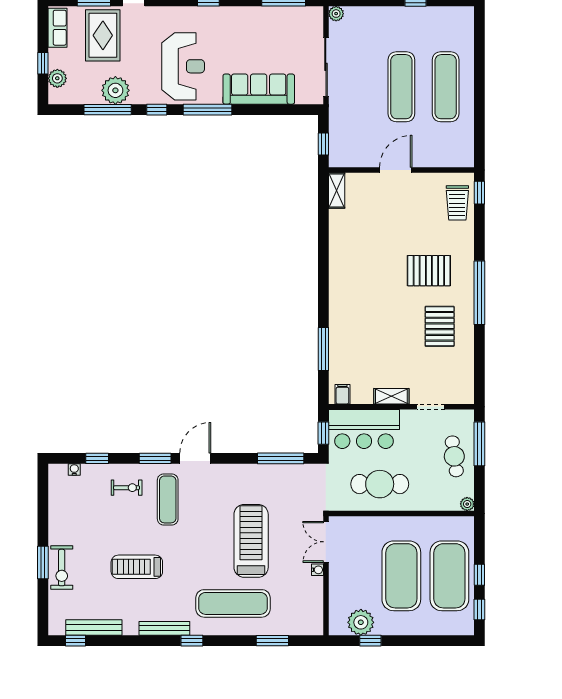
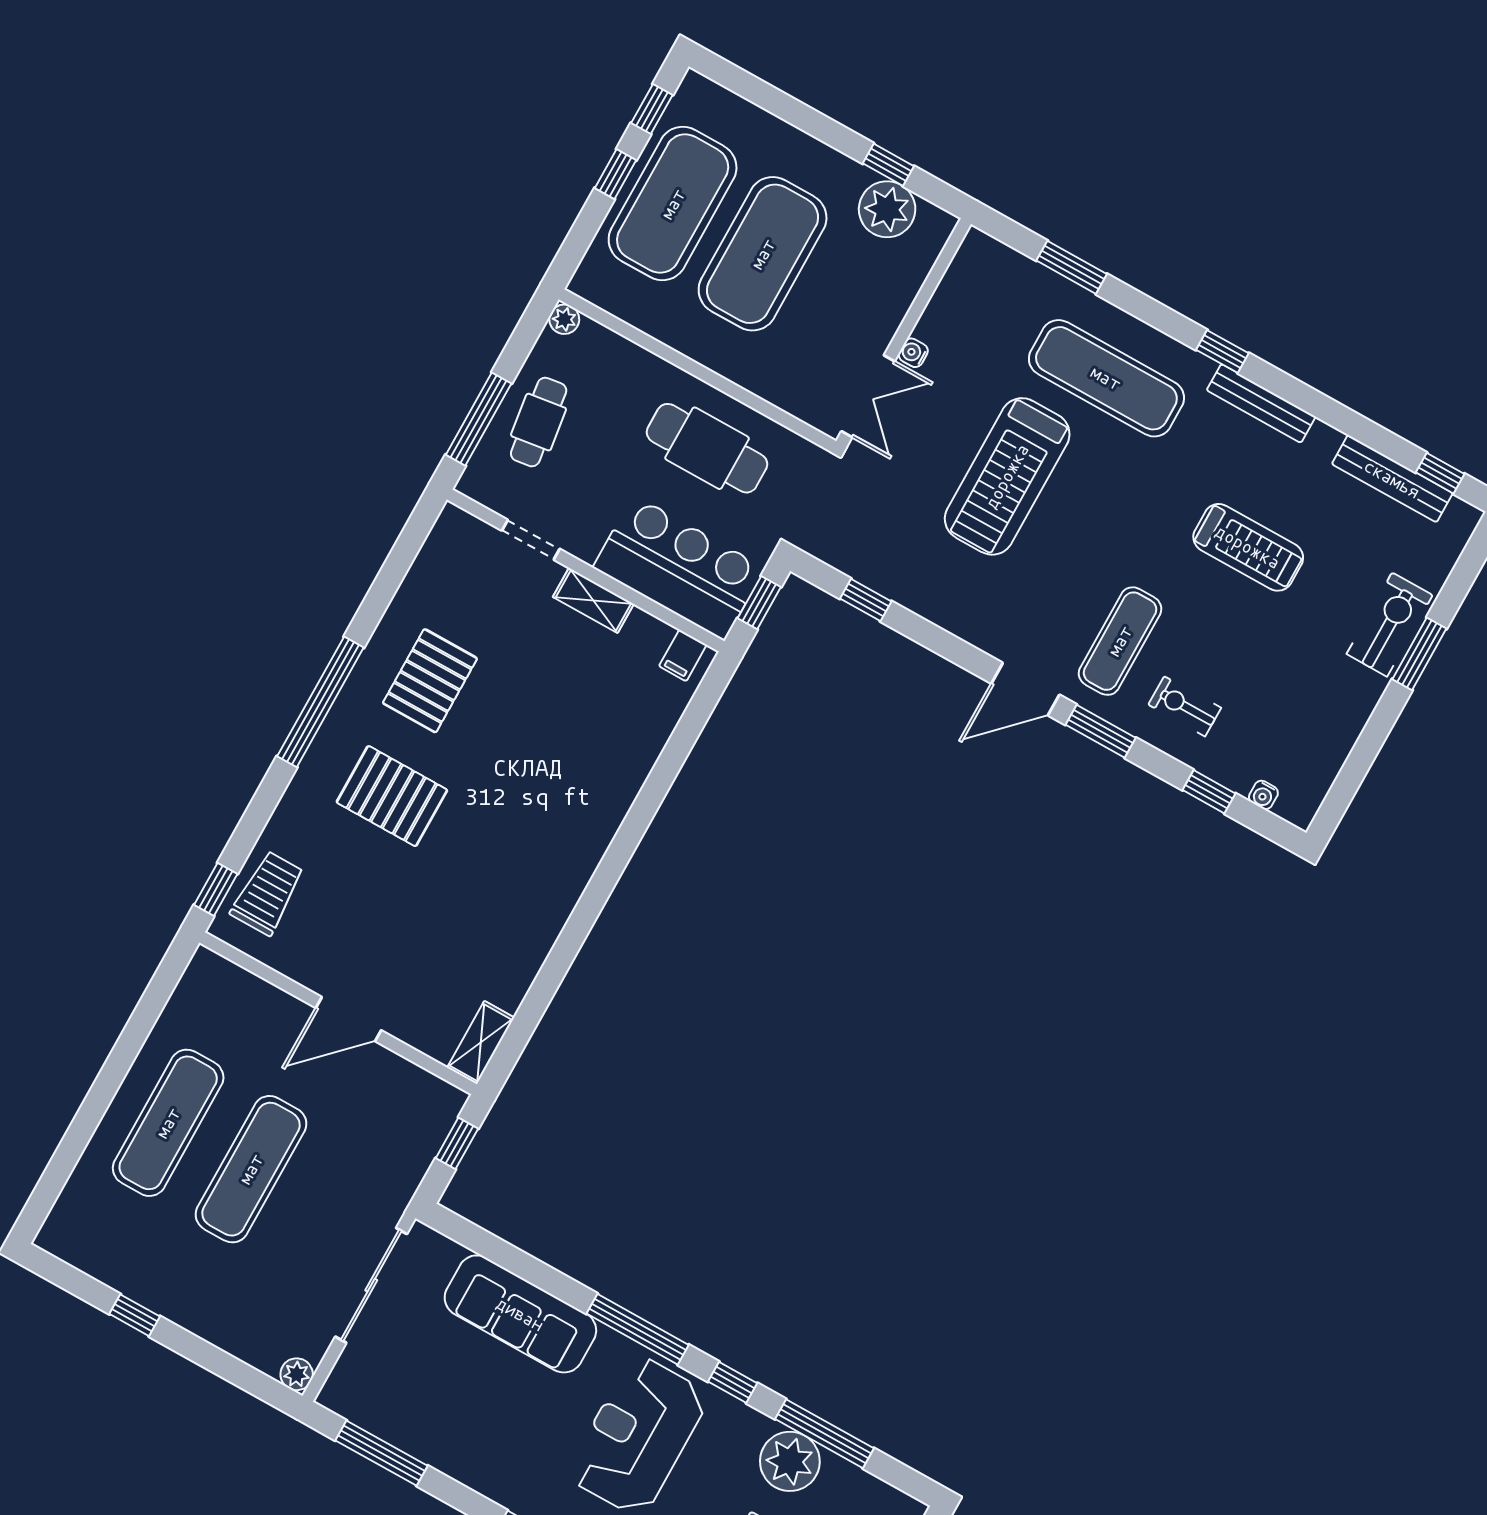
window: (323, 349) -> (671, 760), removed
window: (281, 458) -> (866, 600), width x0.46

